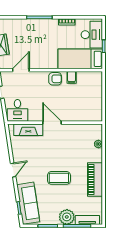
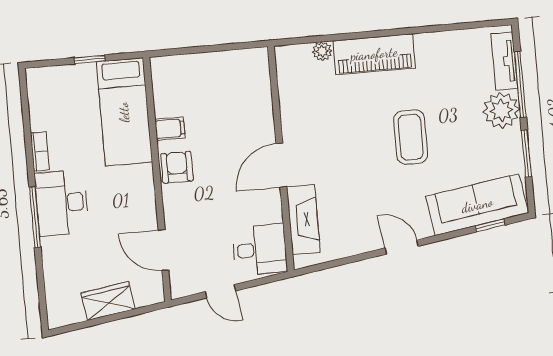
desk: (92, 35) -> (62, 203), moved, turned -90
piano: (95, 180) -> (374, 54), moved

